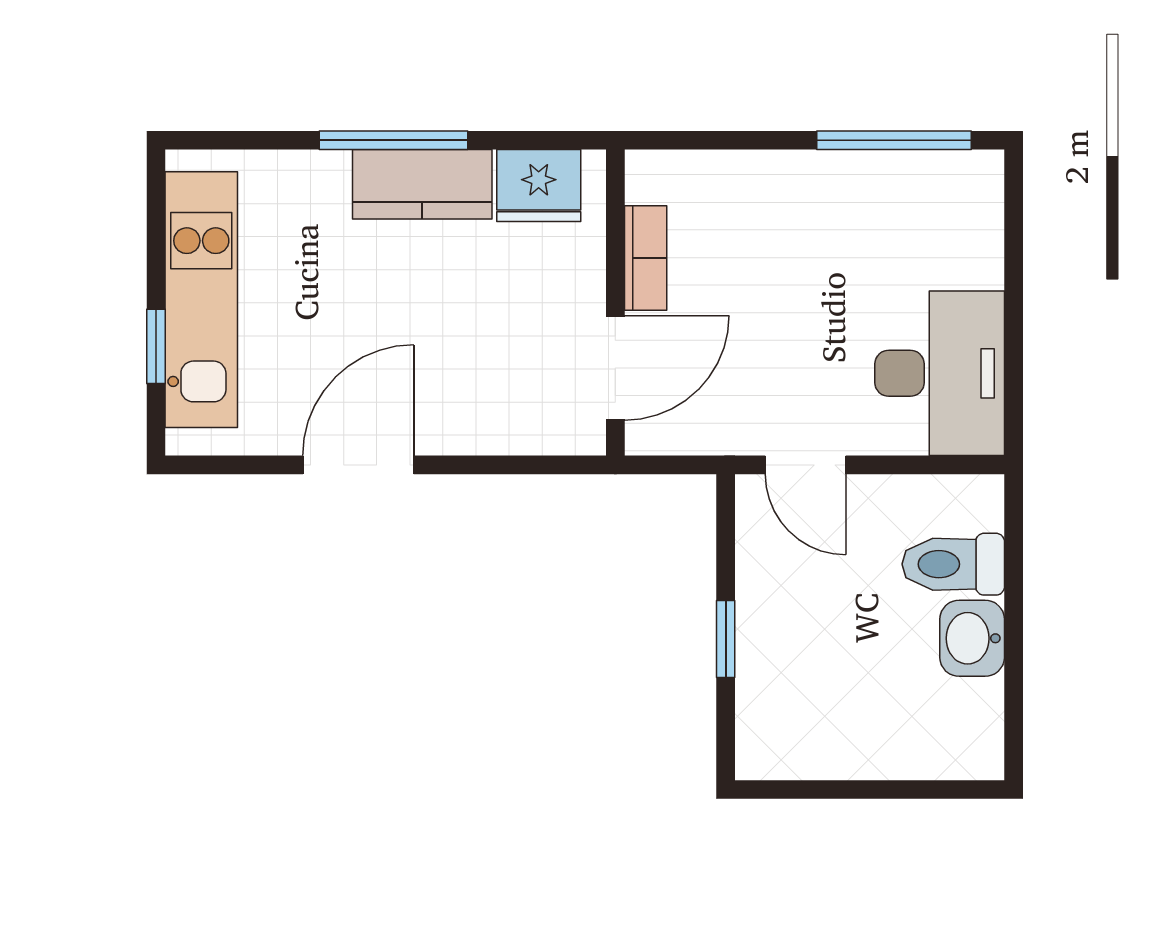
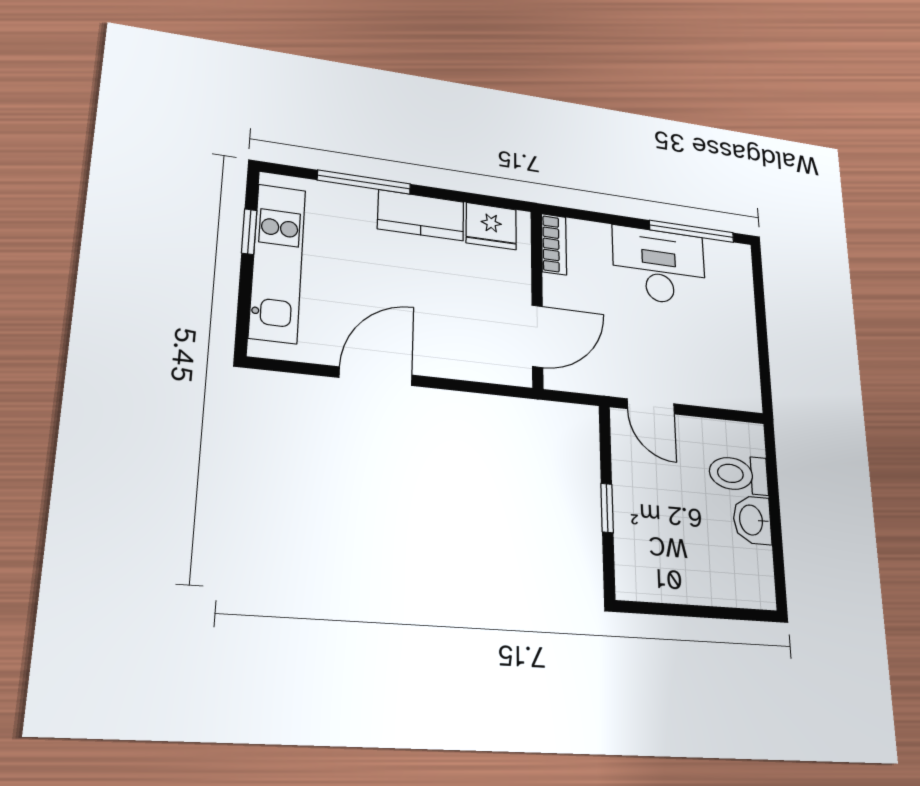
window: (394, 140) -> (364, 182), moved
bookcase: (646, 258) -> (554, 244), moved
window: (156, 346) -> (249, 232), moved
desk: (940, 373) -> (659, 266), moved, turned -90

